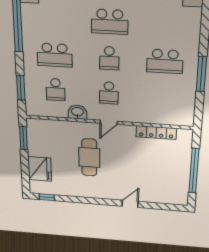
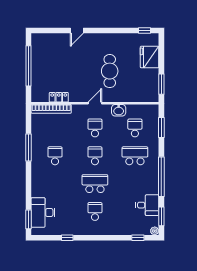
school desk: (165, 61) -> (55, 156), width x0.54
bookcase: (167, 120) -> (51, 109), added
locker: (156, 132) -> (59, 97), width x0.66

